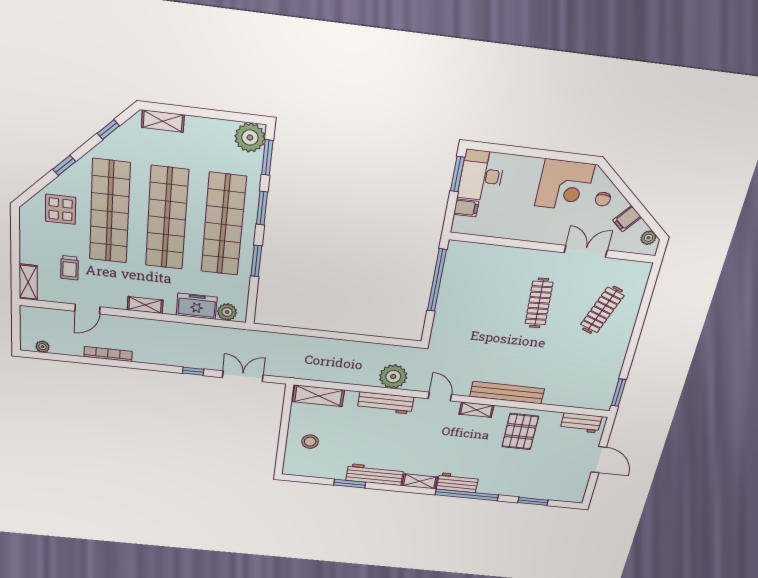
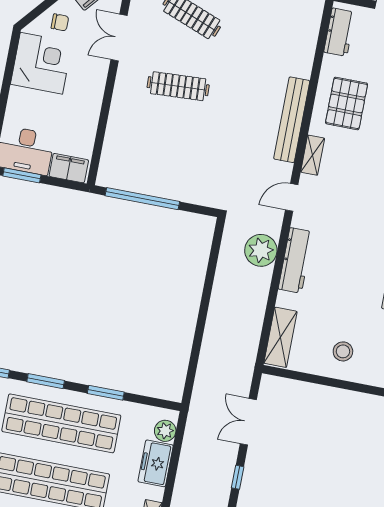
filing cabinet: (466, 208) -> (69, 168), width x2.00
pallet: (520, 431) -> (347, 103), turned 90

